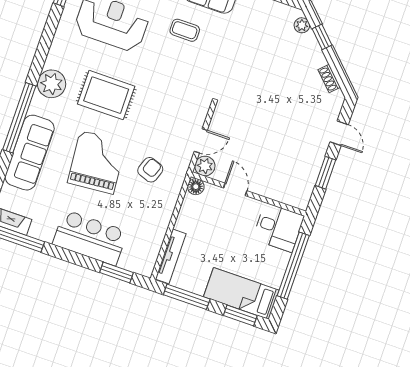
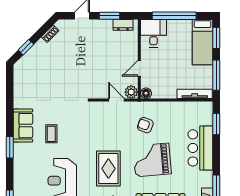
plant: (302, 25) -> (23, 62), removed
dresser: (306, 188) -> (123, 25), added

